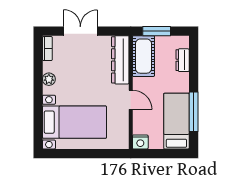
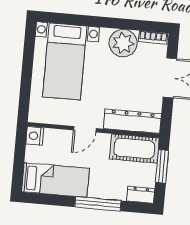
dresser: (183, 60) -> (141, 195), moved
plant: (49, 79) -> (123, 43), width x1.88, depth x1.88
window: (194, 112) -> (98, 204), moved

